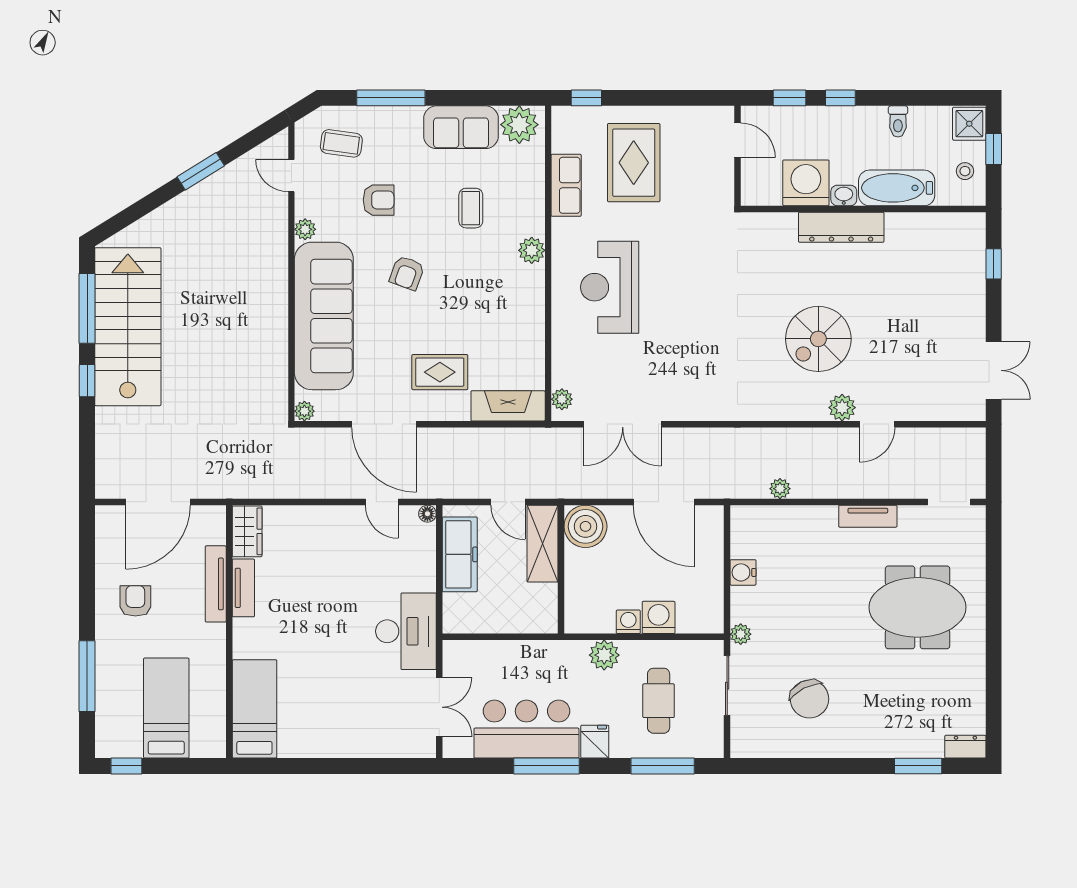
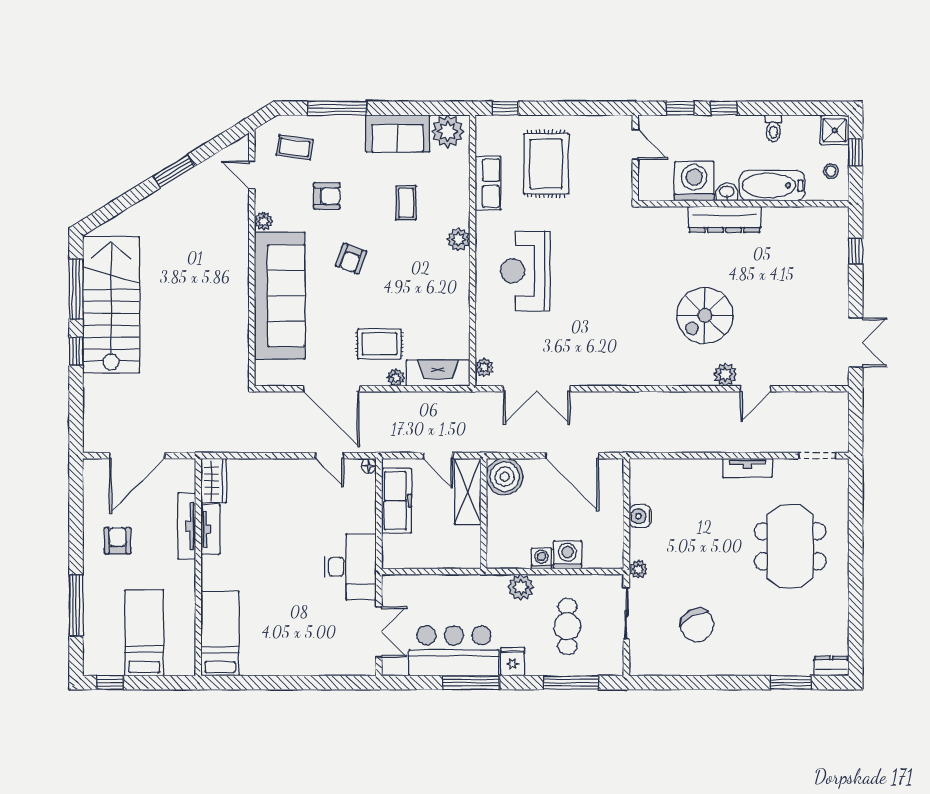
plant: (304, 411) -> (396, 377), moved
plant: (780, 489) -> (672, 444), removed
meeting table: (918, 607) -> (790, 546), turned 90

